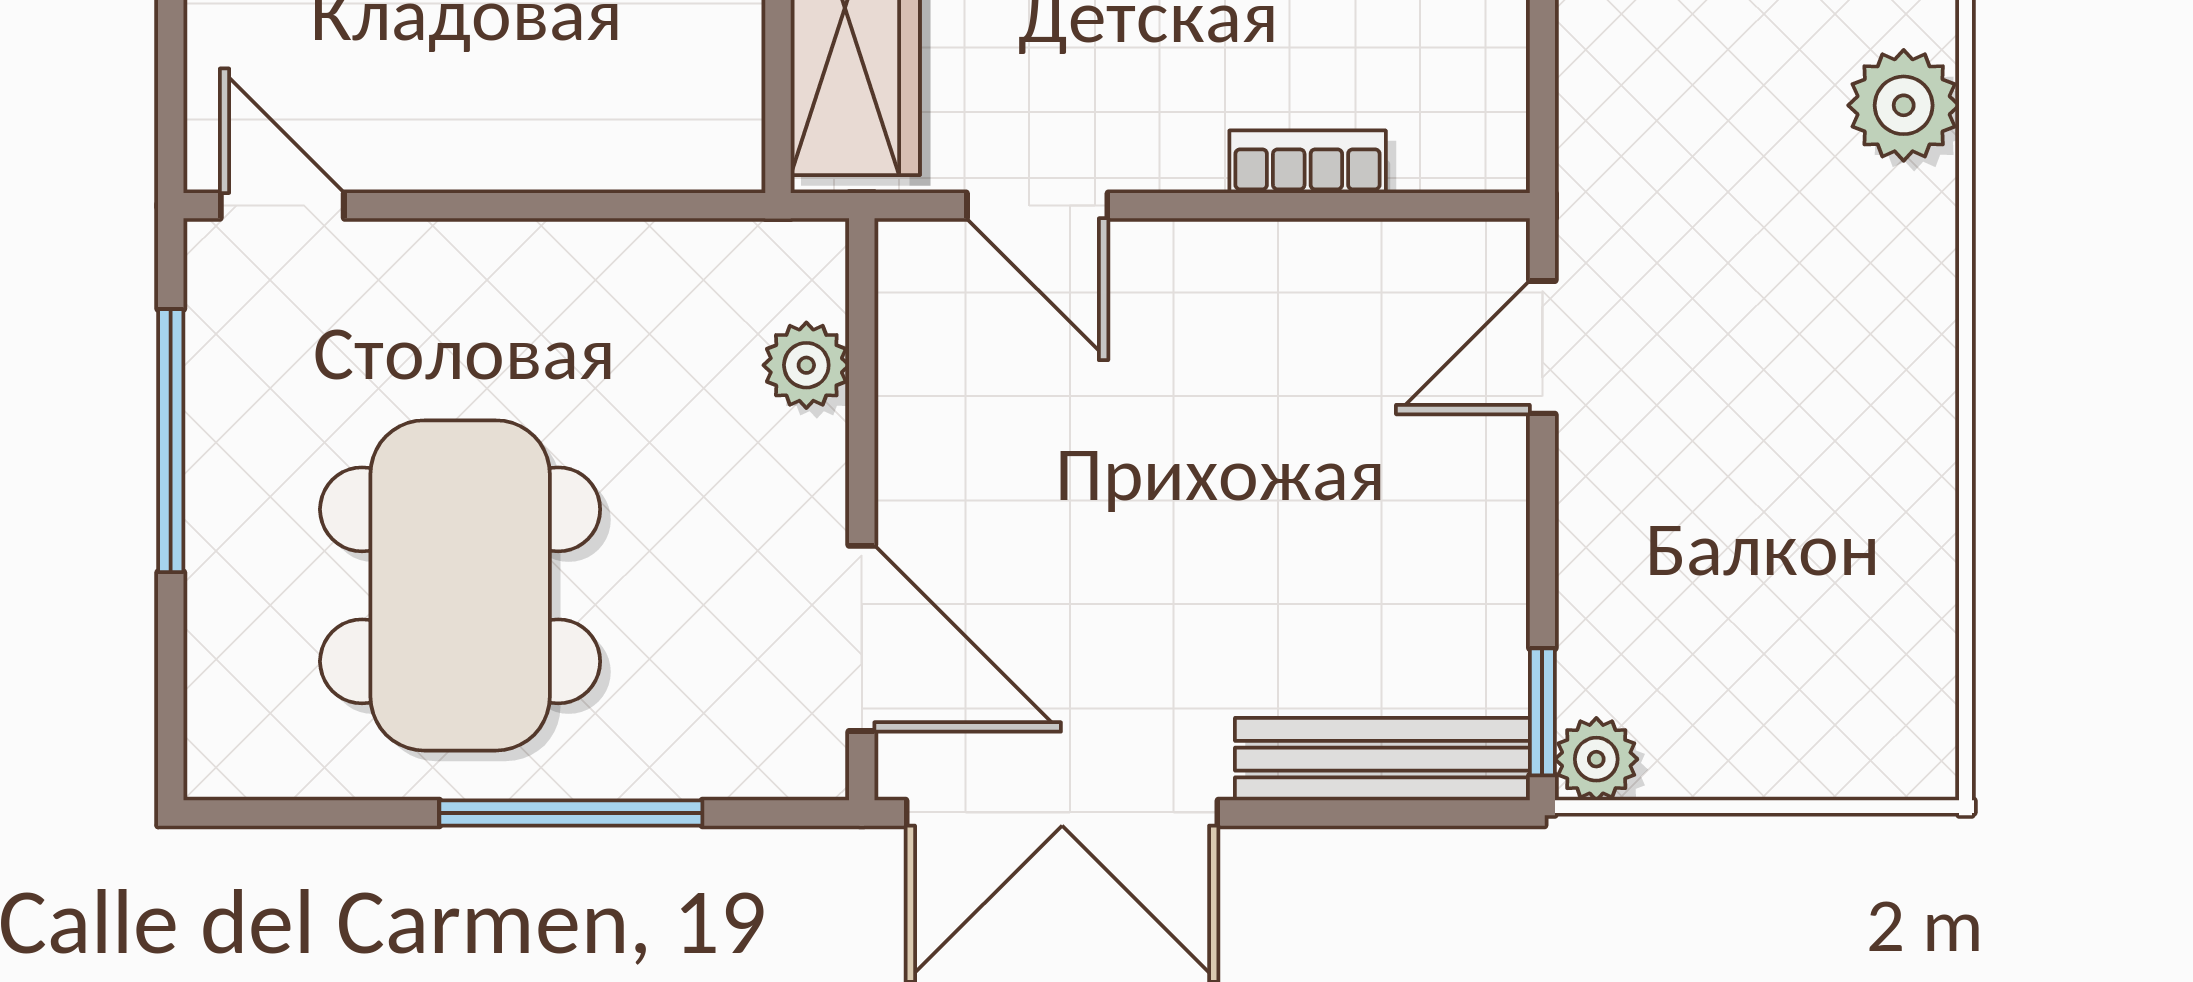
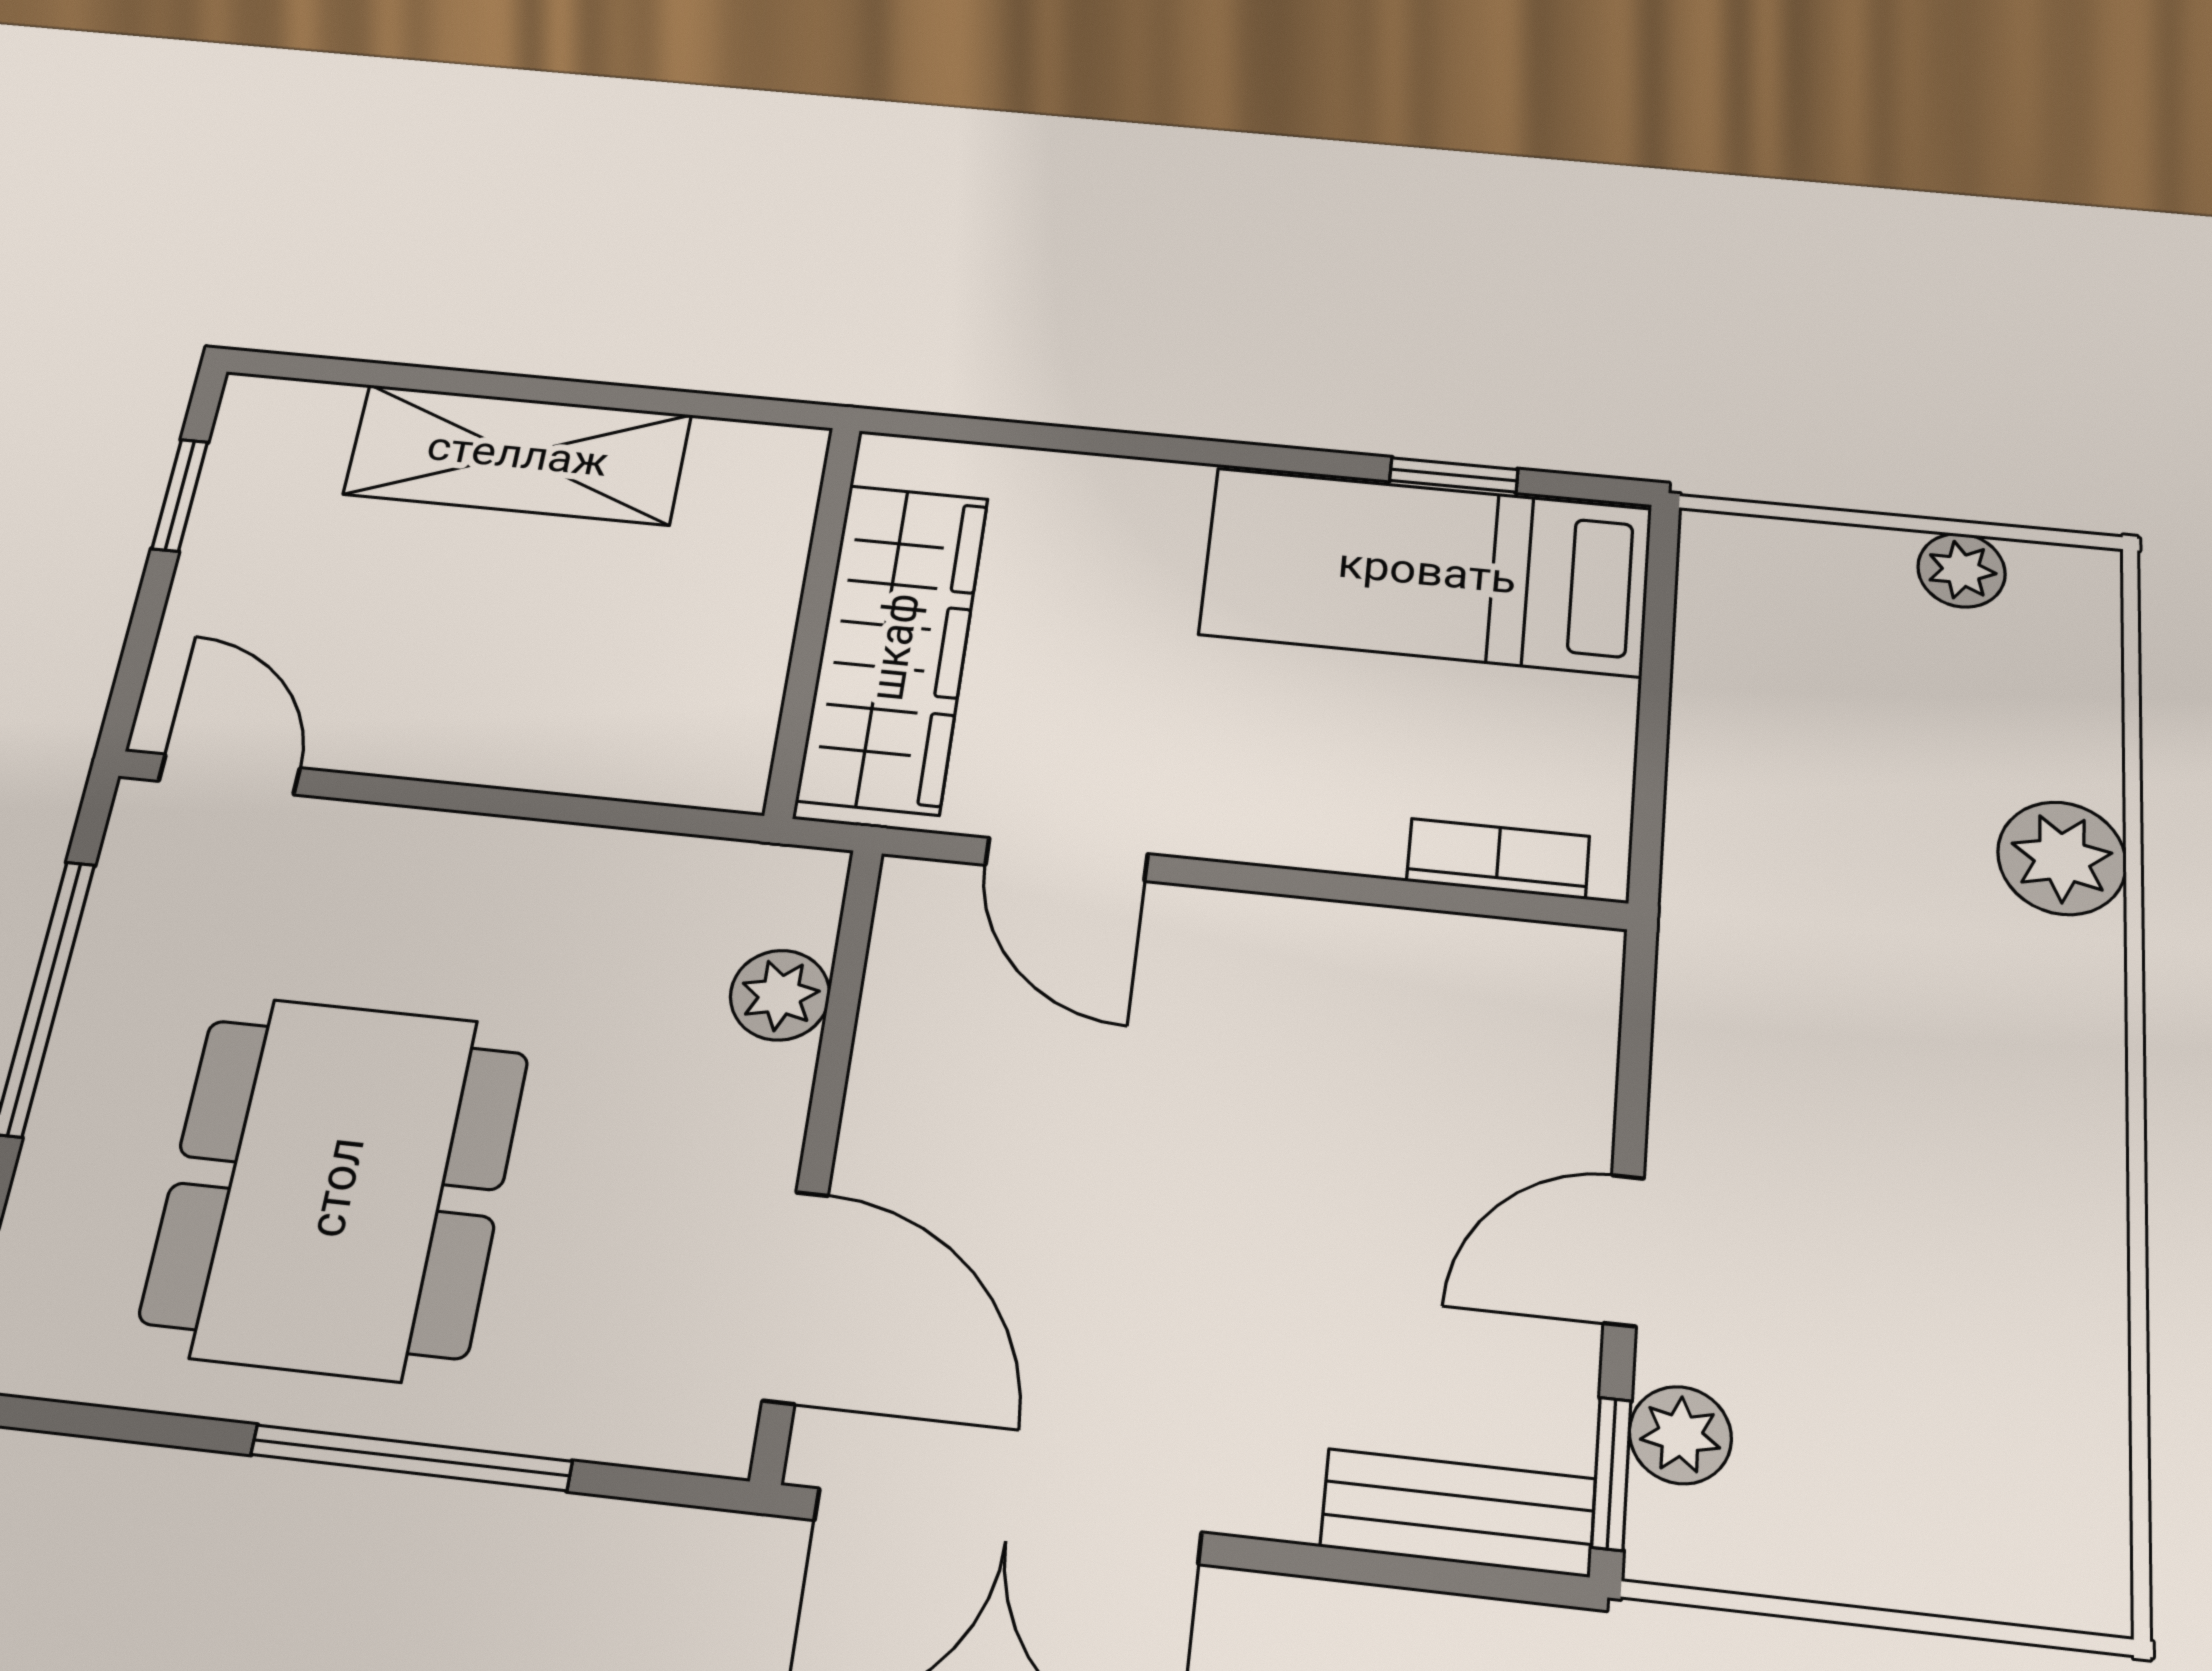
bookcase: (1308, 162) -> (1498, 859), moved
door: (1542, 347) -> (1624, 1250), moved
bench: (1382, 759) -> (1458, 1513), width x0.73
plant: (1596, 759) -> (1680, 1435), moved

